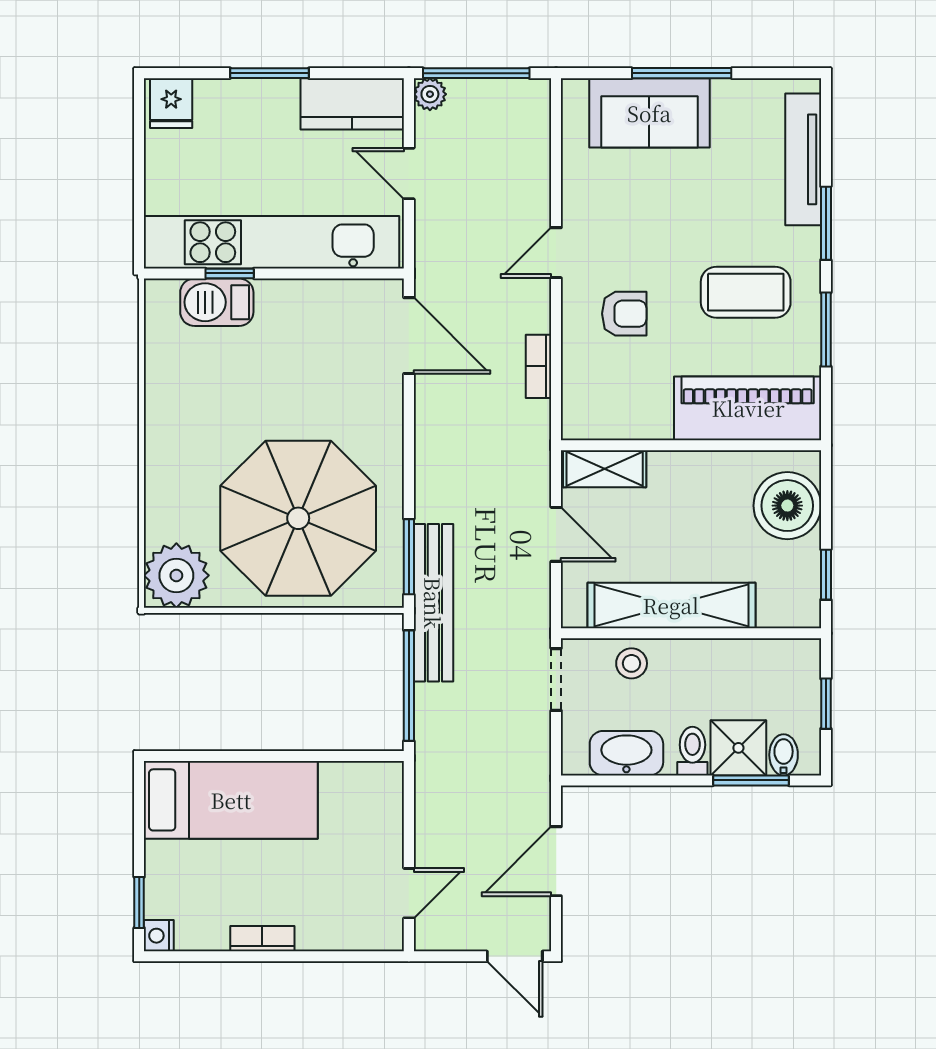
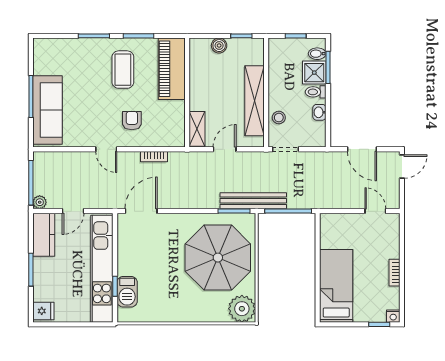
sofa: (649, 113) -> (48, 110), width x1.36
tv unit: (803, 159) -> (67, 45), removed
boiler: (787, 506) -> (219, 46), width x0.54, depth x0.54
washbasin: (626, 753) -> (319, 112), width x0.52, depth x0.69

